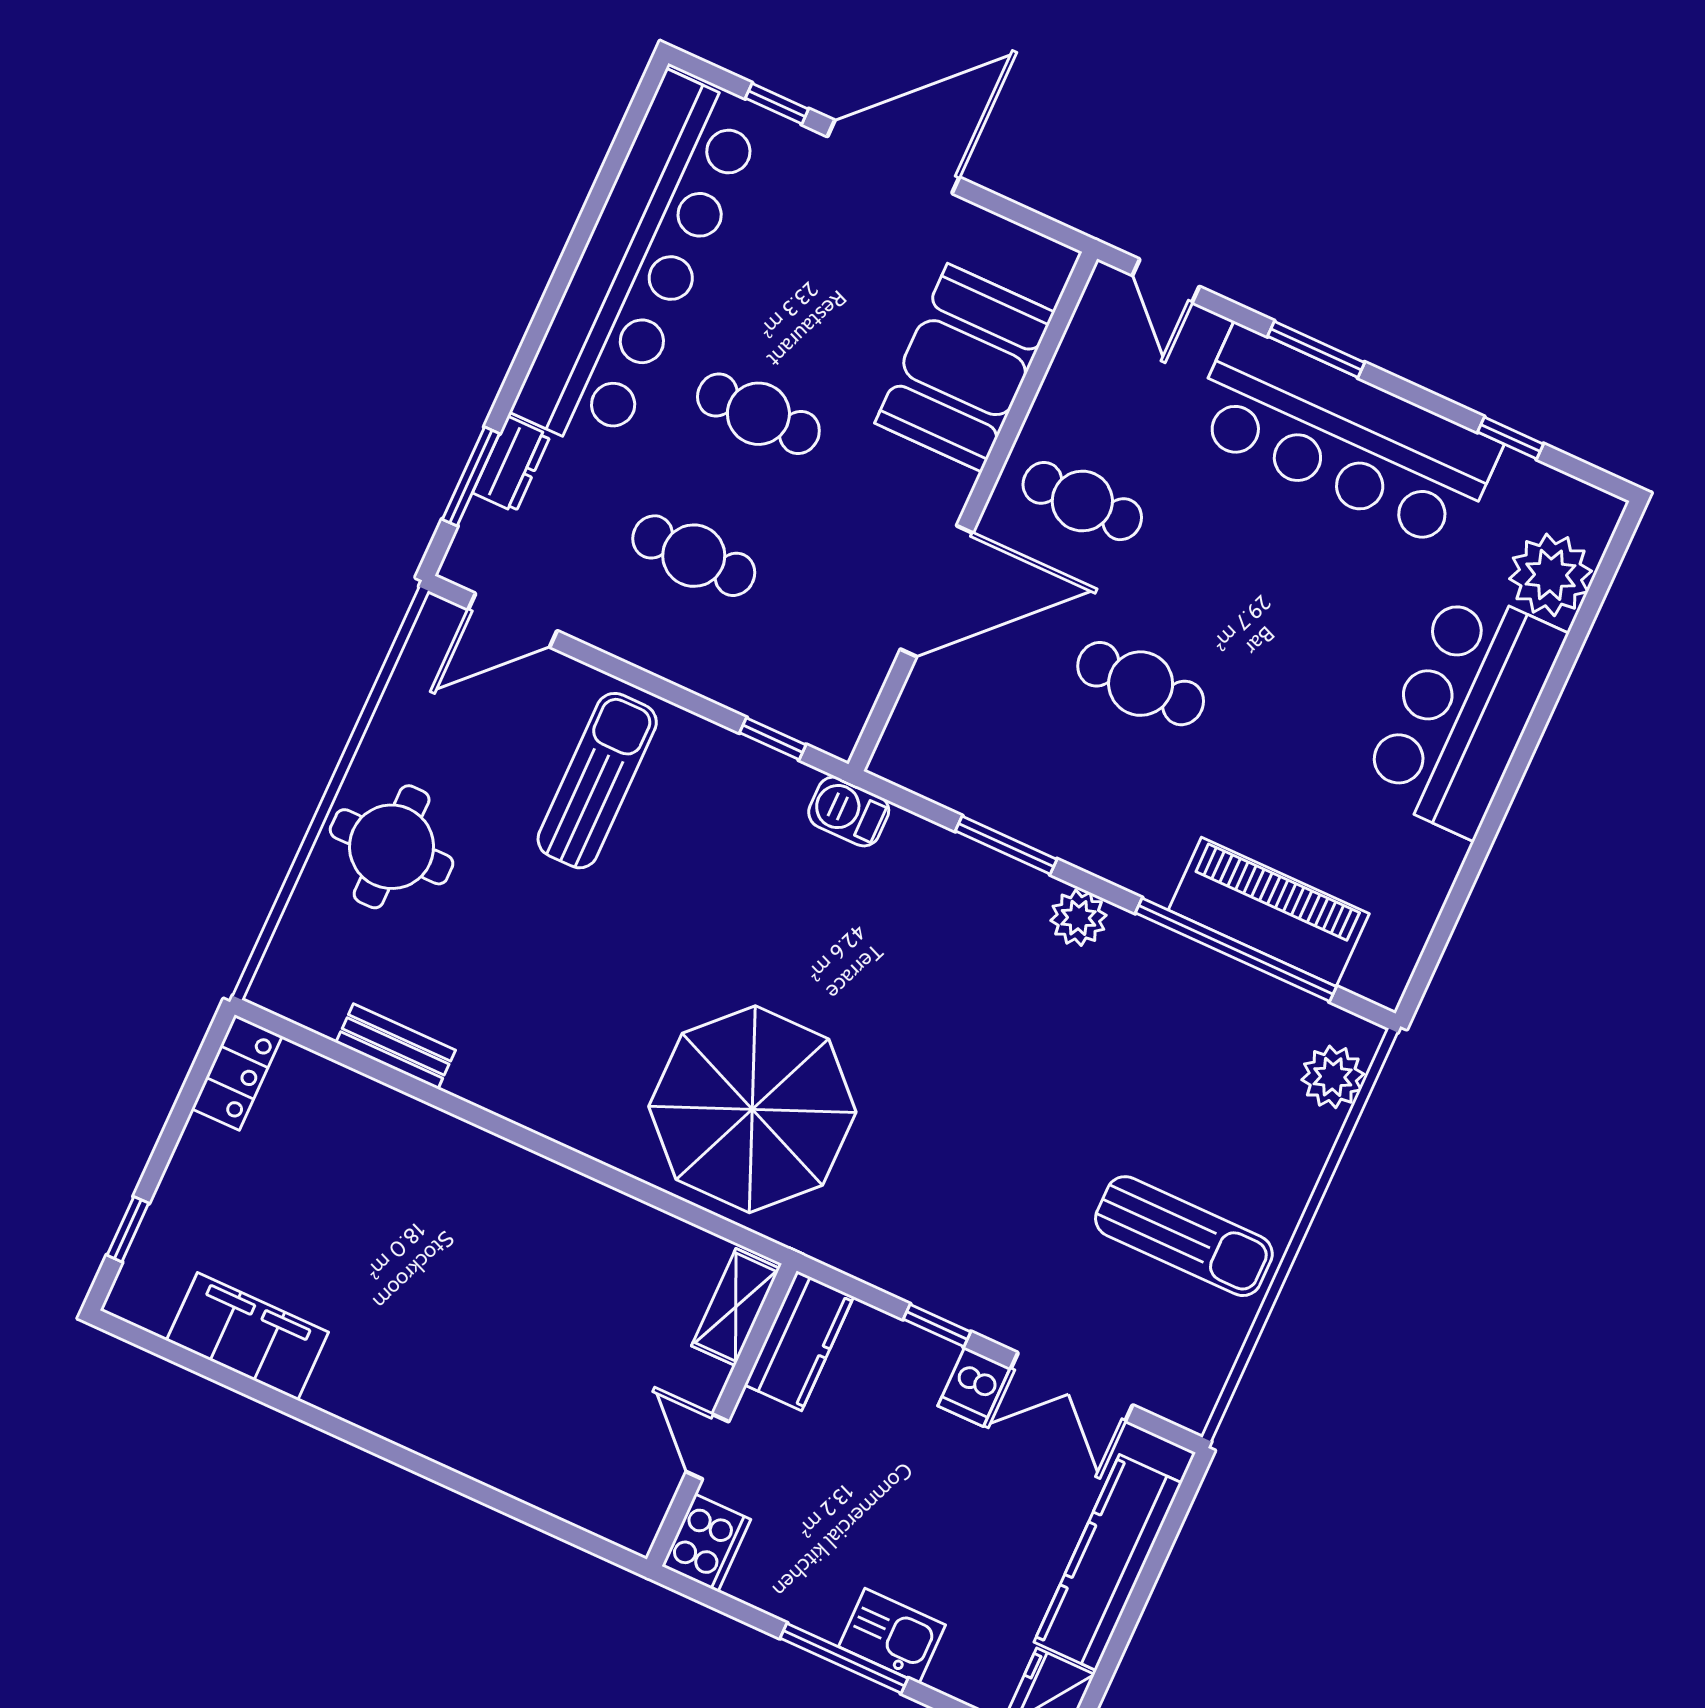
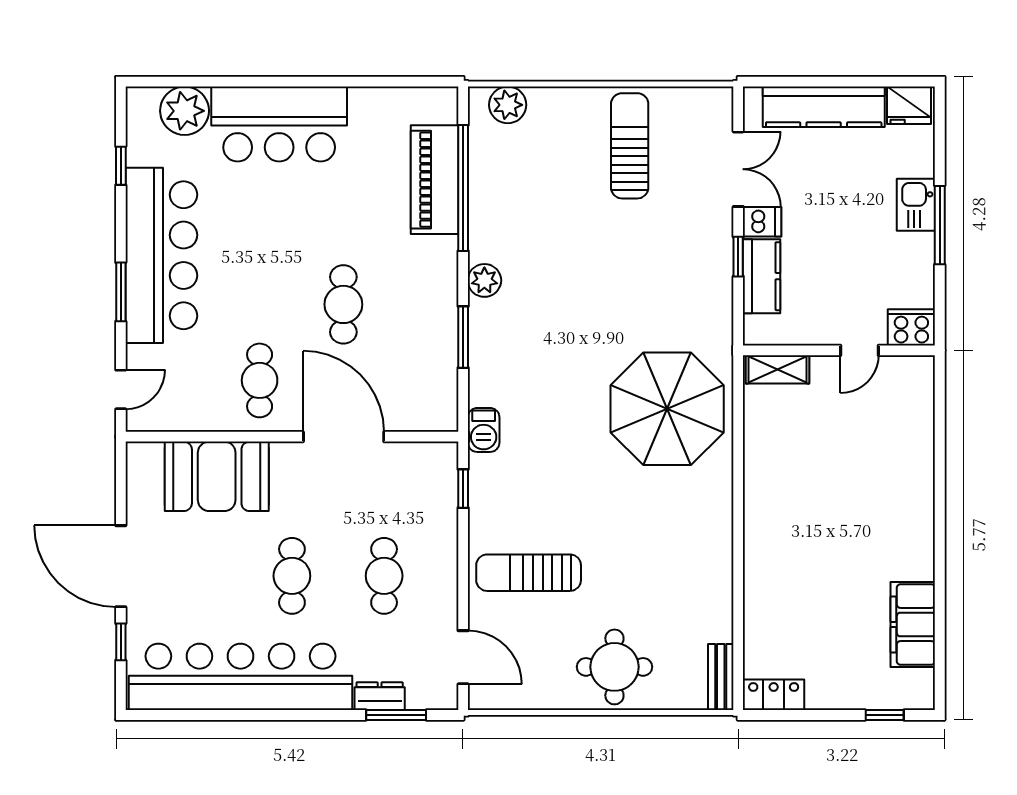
bench: (396, 1046) -> (721, 677), moved
kitchen counter: (799, 1341) -> (762, 276), moved, turned 90

